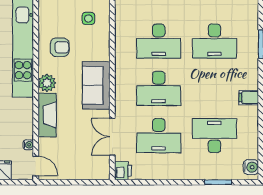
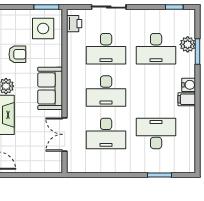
side table: (88, 19) -> (43, 28), width x1.87, depth x1.87
plant: (250, 36) -> (188, 44), added
water cooler: (251, 167) -> (189, 85), moved
printer: (123, 171) -> (74, 24), moved

